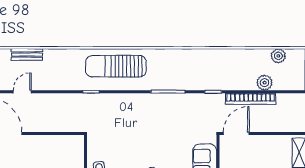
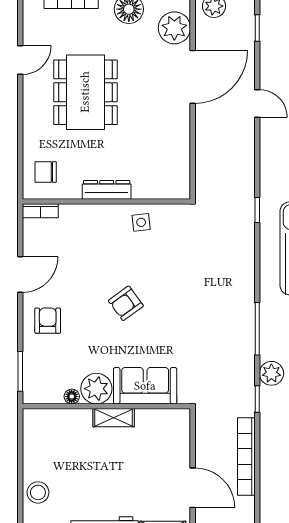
plant: (265, 83) -> (271, 373), moved
door: (236, 134) -> (193, 488), moved

